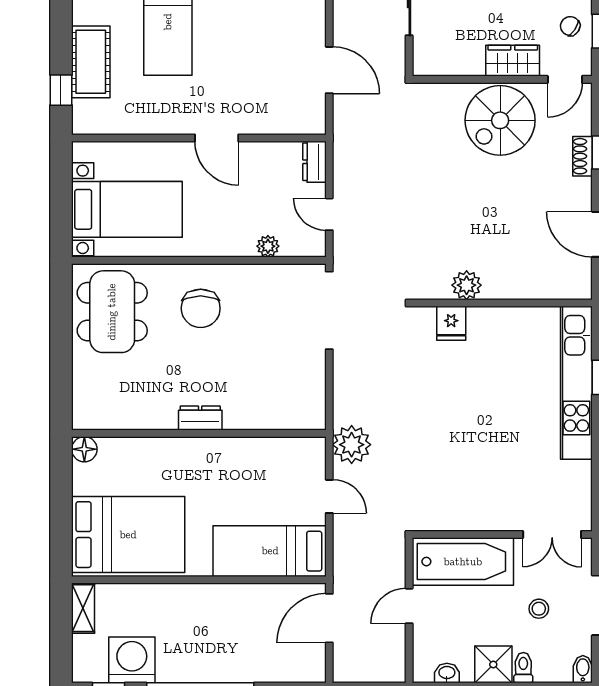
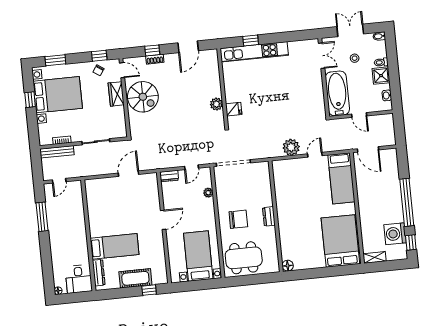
dresser: (200, 418) -> (269, 216), moved
wall: (199, 433) -> (276, 216), moved
floor lamp: (84, 449) -> (288, 266), moved

